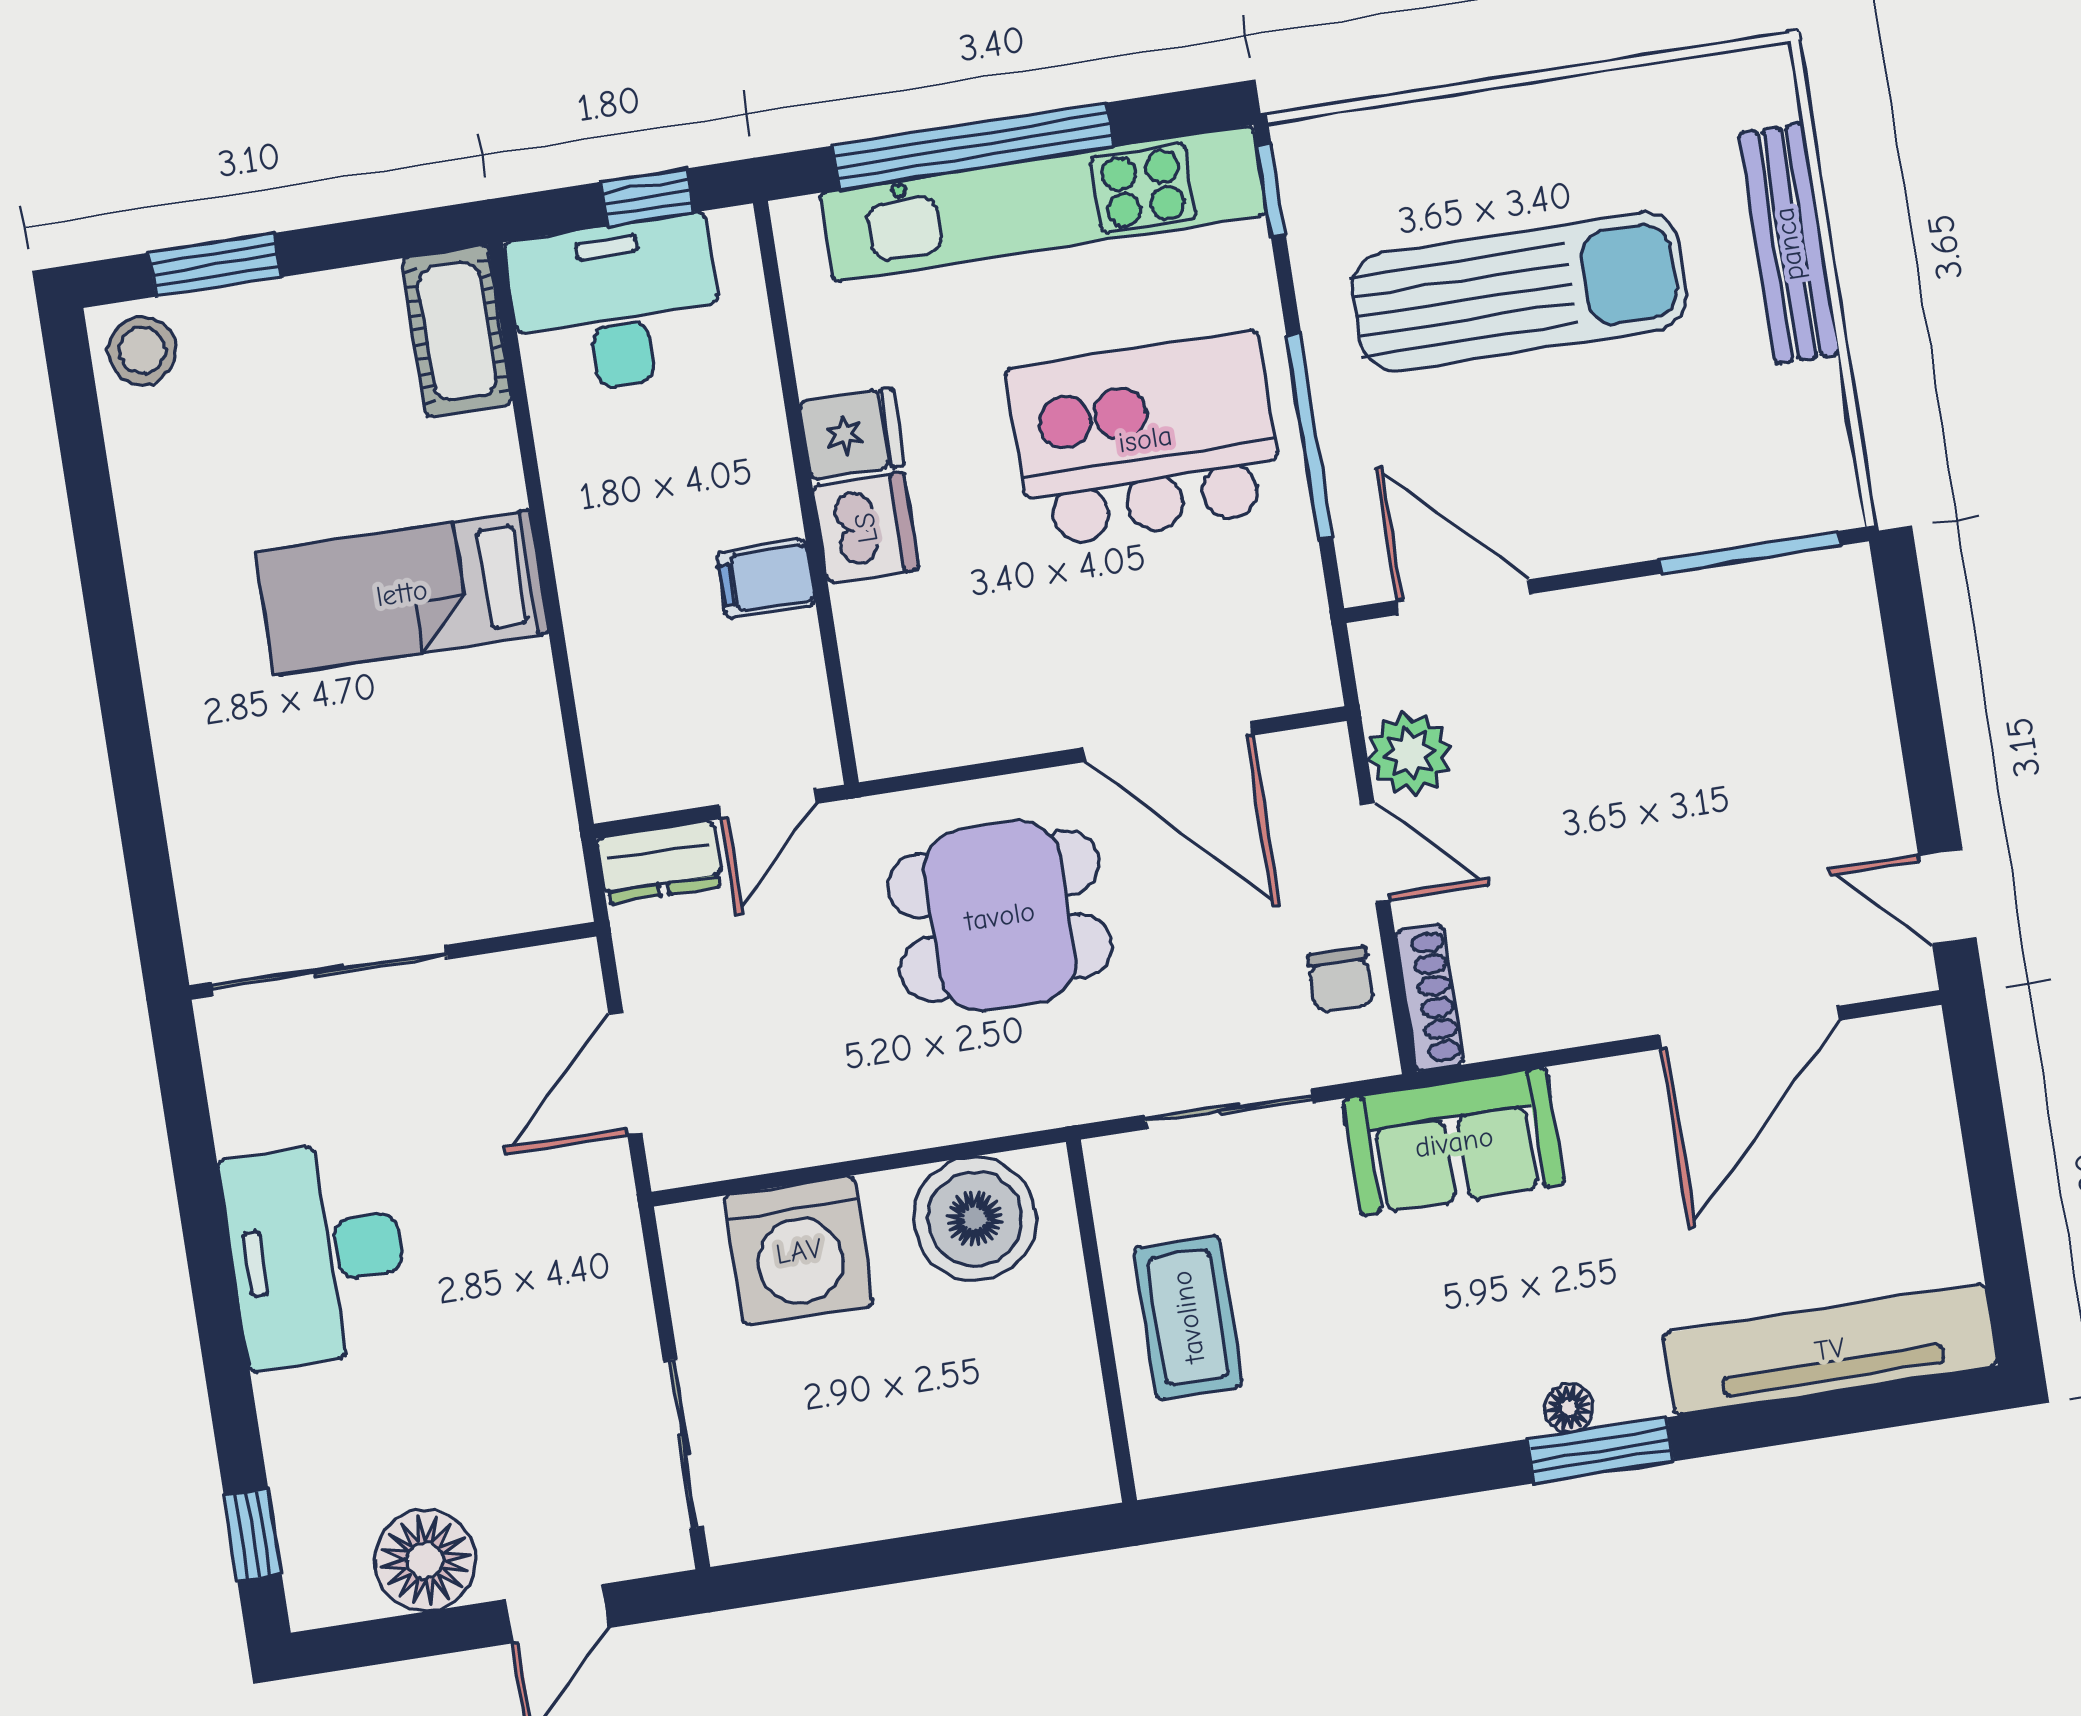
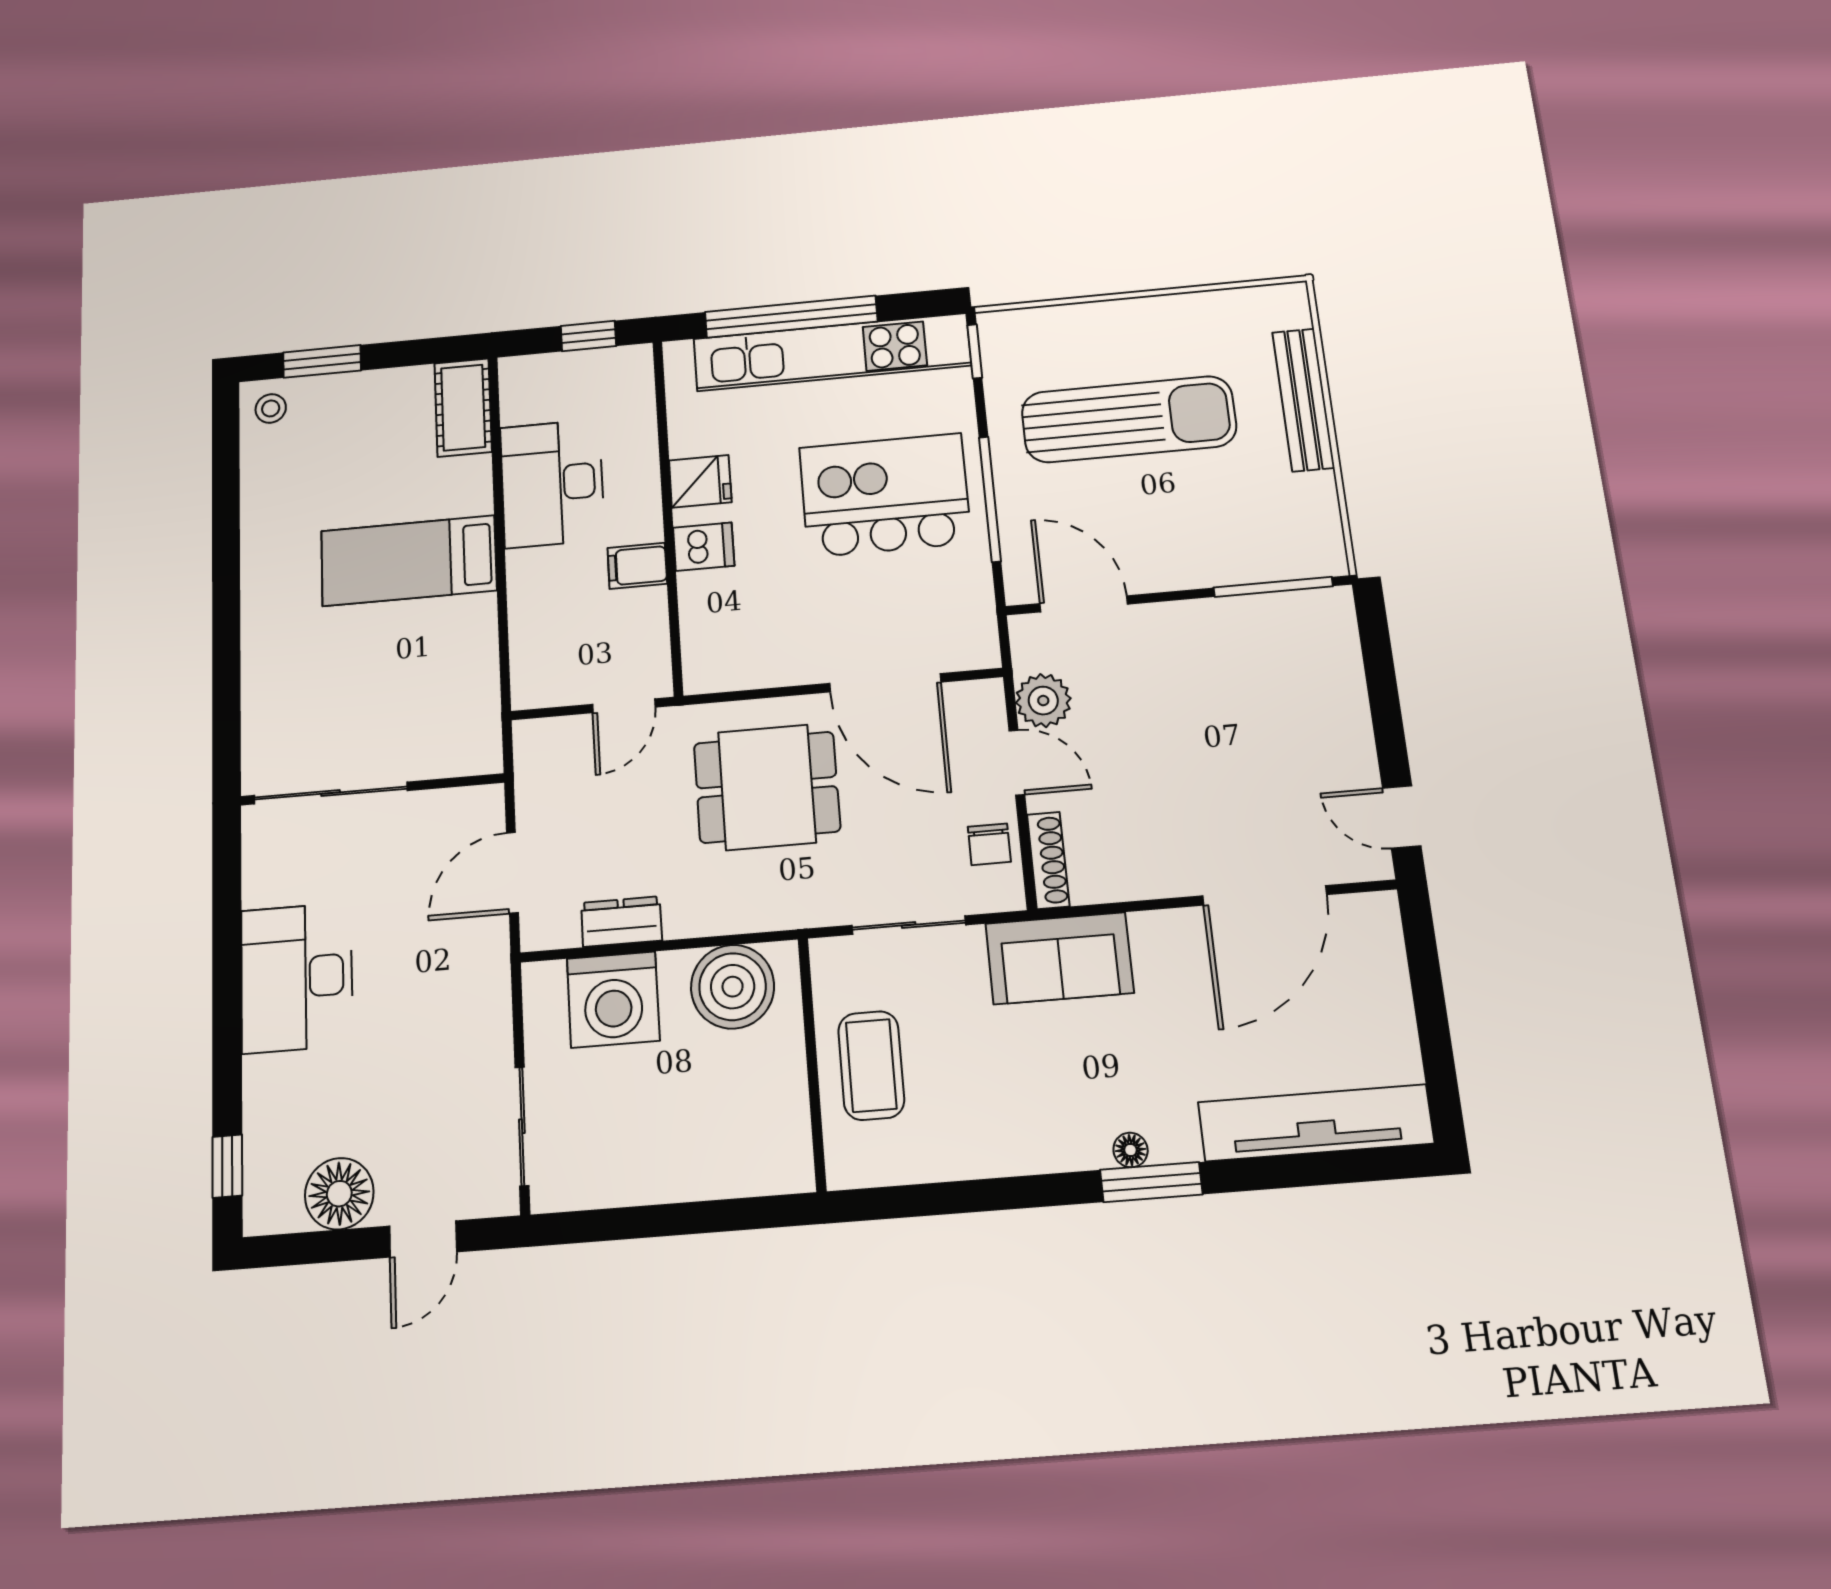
desk: (616, 306) -> (552, 483), moved, turned -90
stool: (142, 351) -> (271, 408), width x0.73, depth x0.73
dishwasher: (866, 528) -> (704, 547), width x0.73
dresser: (660, 862) -> (621, 922), moved, turned 180

